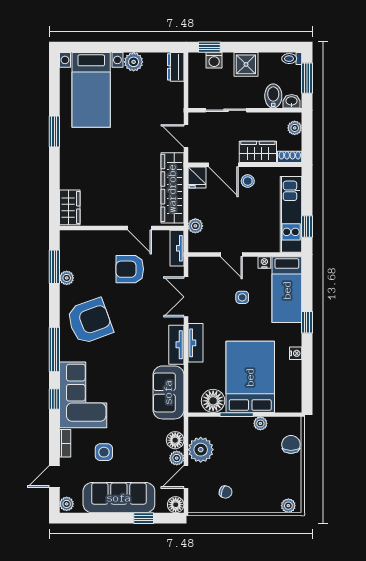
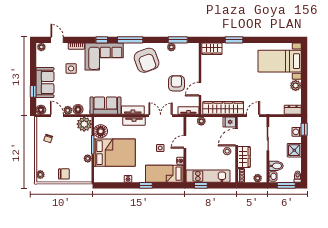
window: (54, 132) -> (234, 40), moved
chair: (291, 444) -> (64, 174), moved
plant: (201, 450) -> (84, 124), moved
sofa: (119, 498) -> (45, 83), width x0.73

